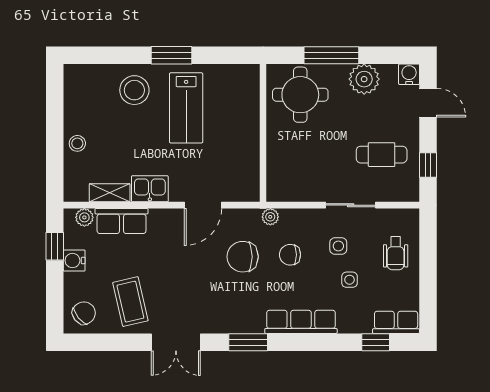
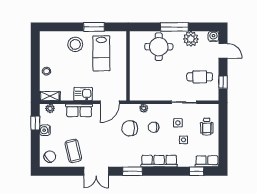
wall: (263, 133) -> (128, 66), moved
shelving: (110, 193) -> (50, 96), moved
row of seats: (122, 221) -> (79, 110), moved

